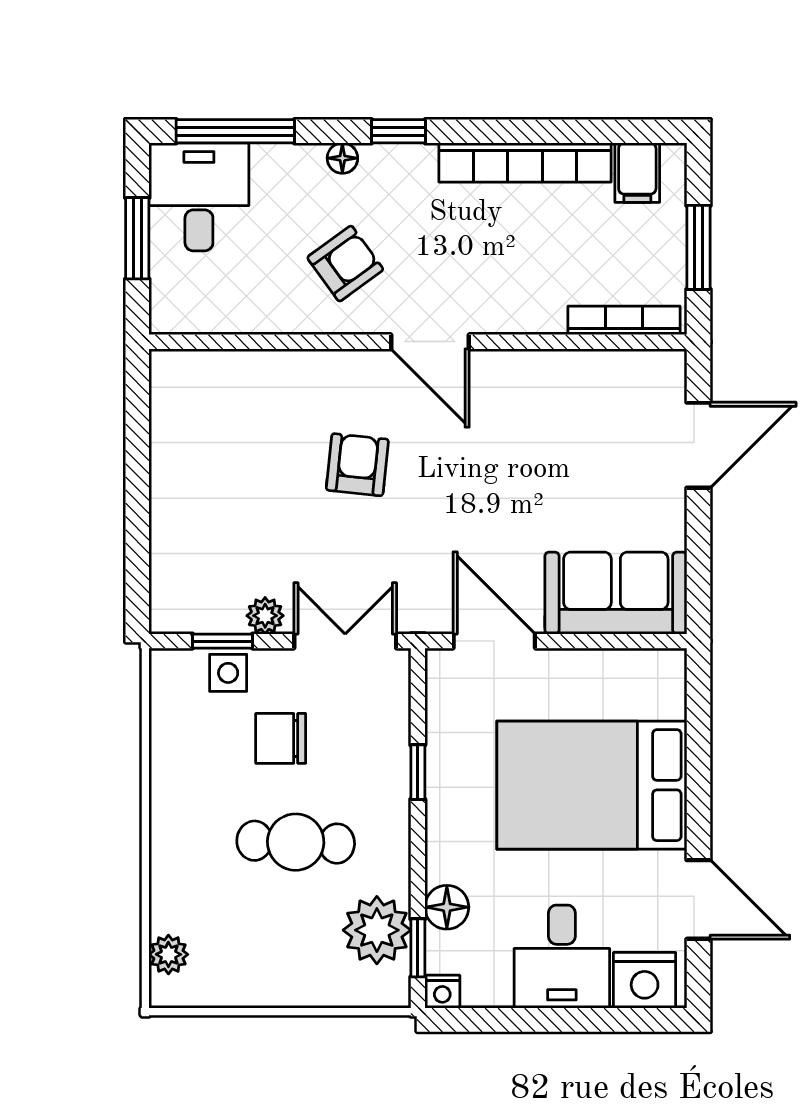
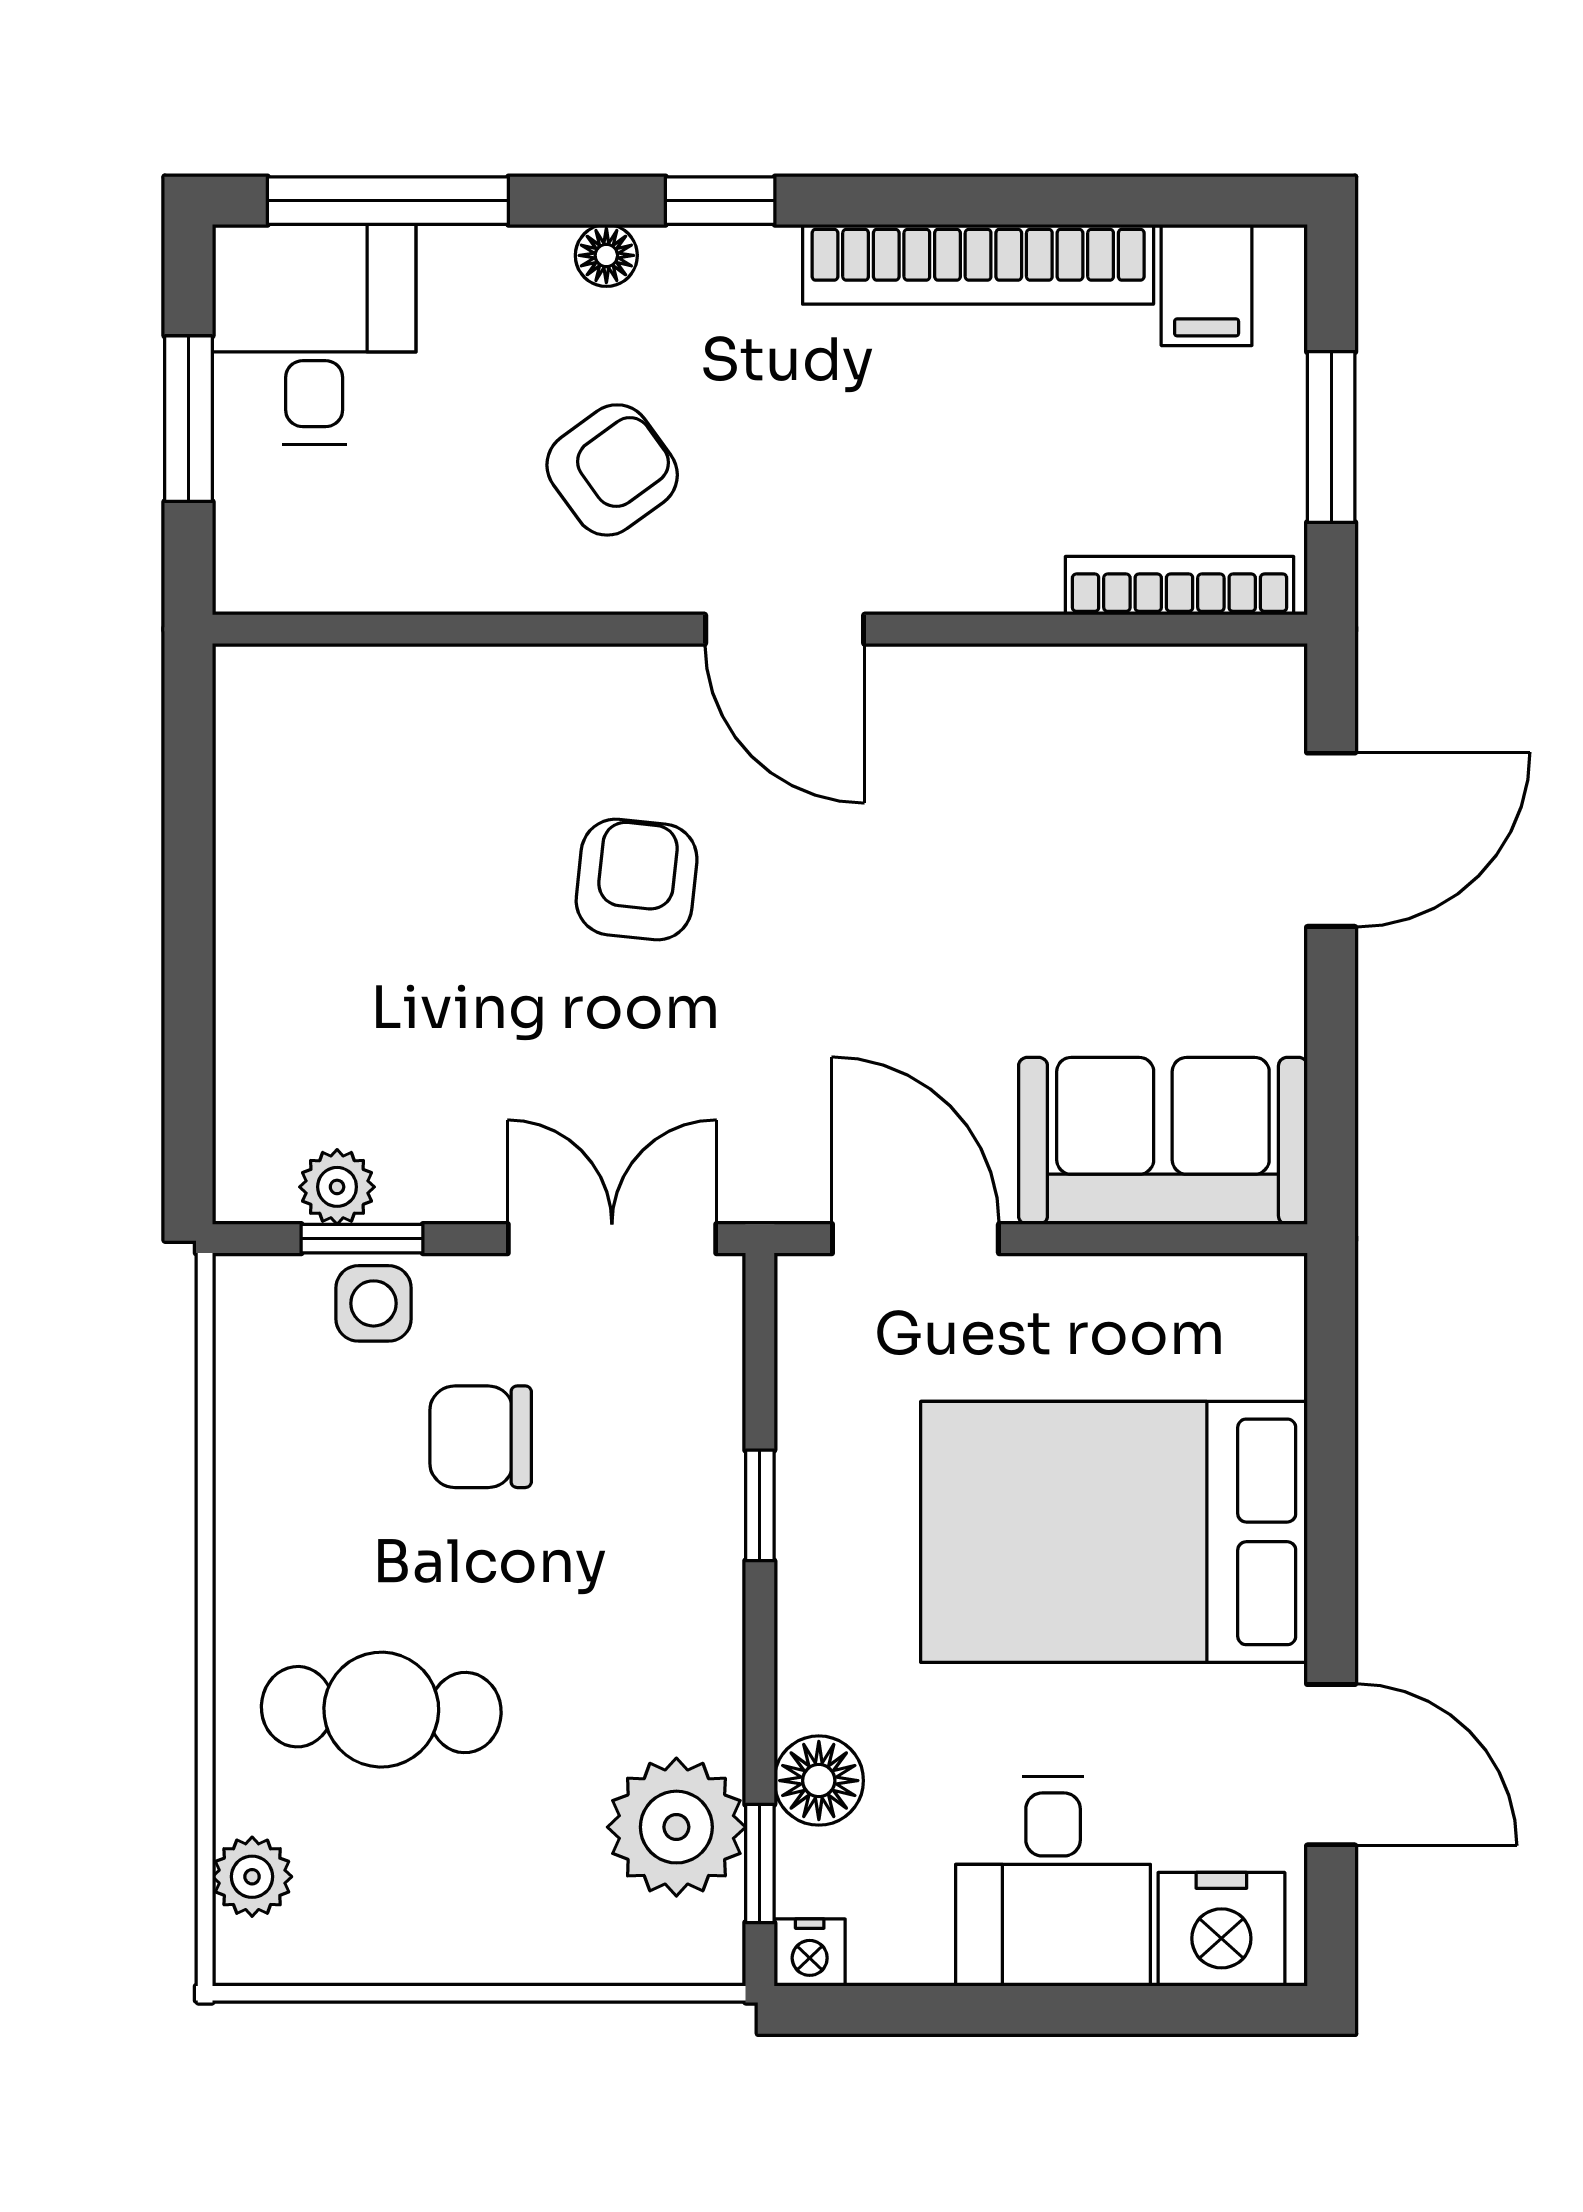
plant: (265, 616) -> (337, 1187), moved
cafe table: (296, 842) -> (381, 1710), moved

